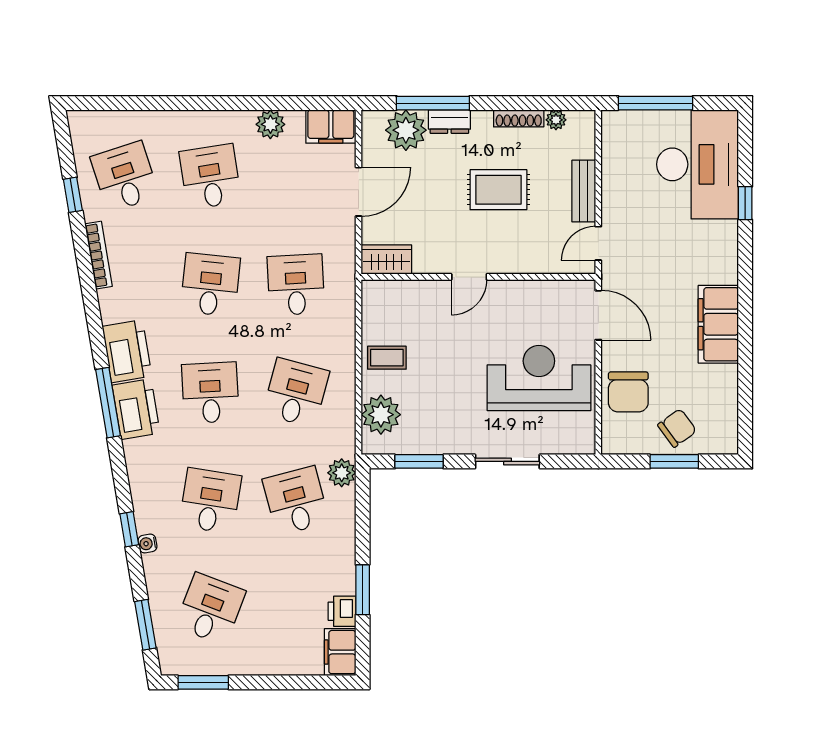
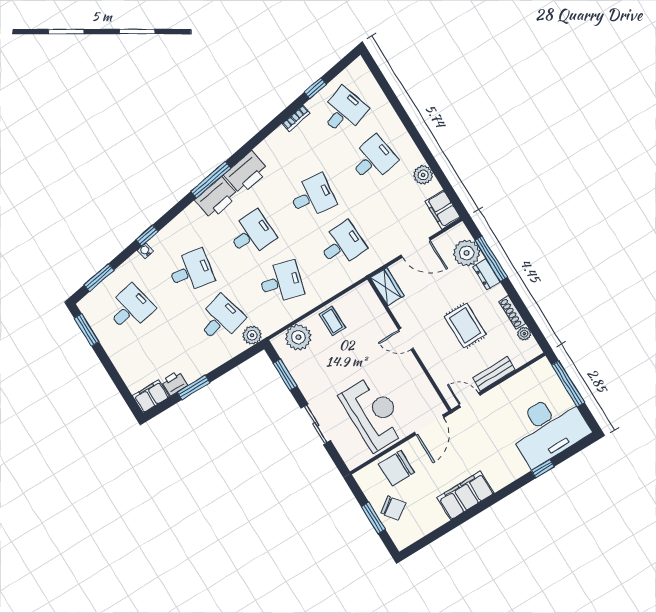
bookcase: (98, 255) -> (296, 118), width x0.64
desk: (210, 609) -> (130, 308), turned -33

